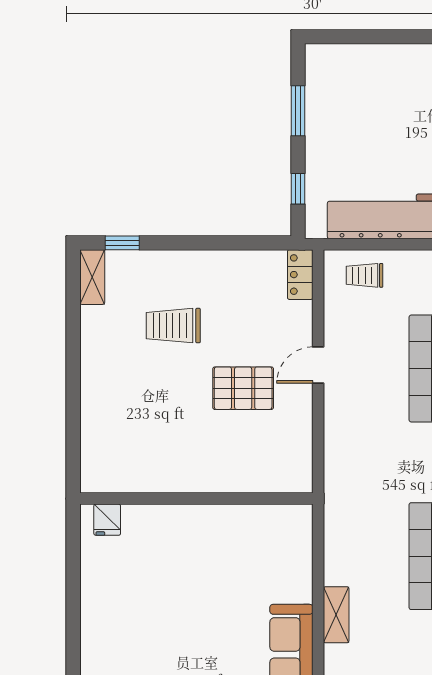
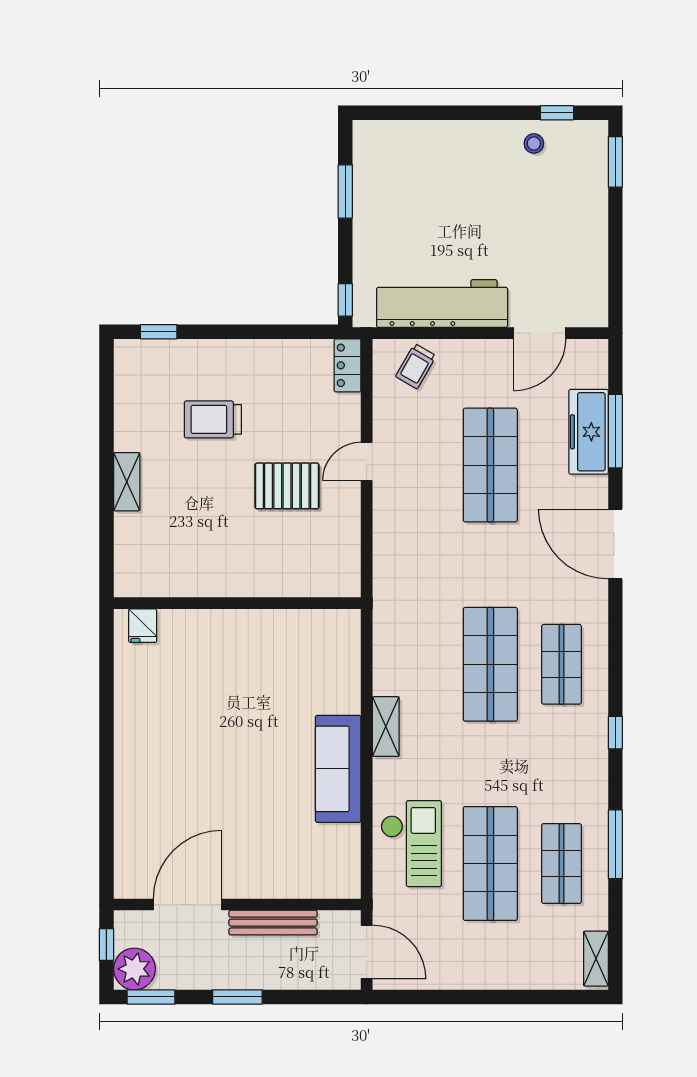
window: (298, 189) -> (345, 300), moved
trolley: (364, 275) -> (416, 366), turned -60
shelving: (92, 277) -> (127, 482), moved

